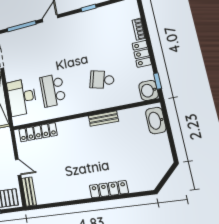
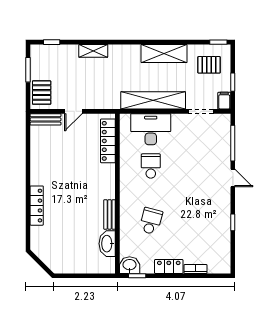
school desk: (53, 90) -> (151, 166), width x0.54
washbasin: (156, 121) -> (107, 244), moved, turned -90

